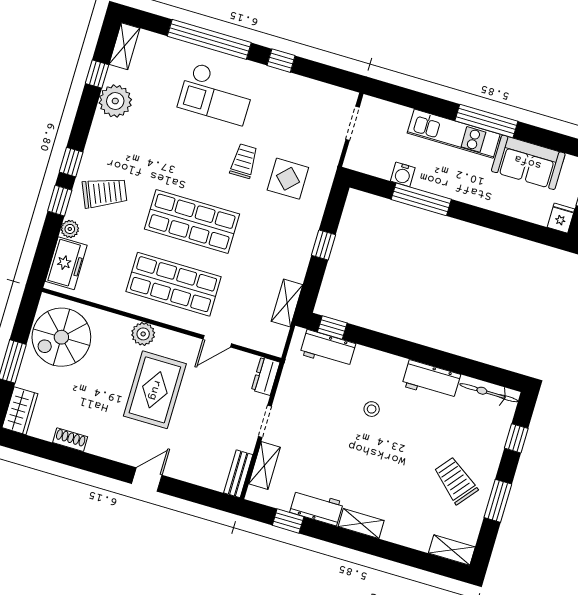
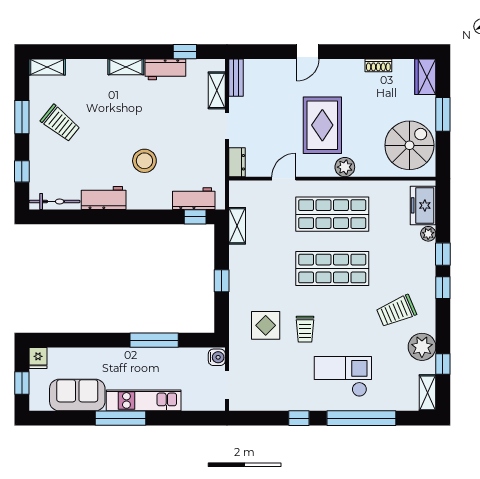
water cooler: (403, 174) -> (217, 357), moved, turned 90
trolley: (105, 193) -> (396, 311), moved
stool: (372, 409) -> (144, 161), width x1.89, depth x1.89

